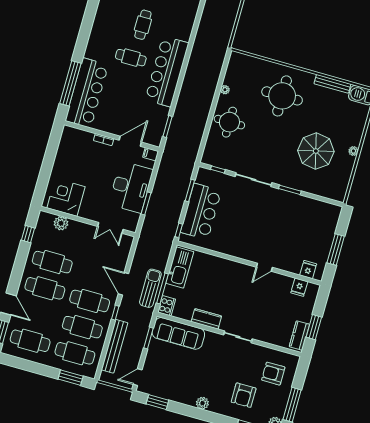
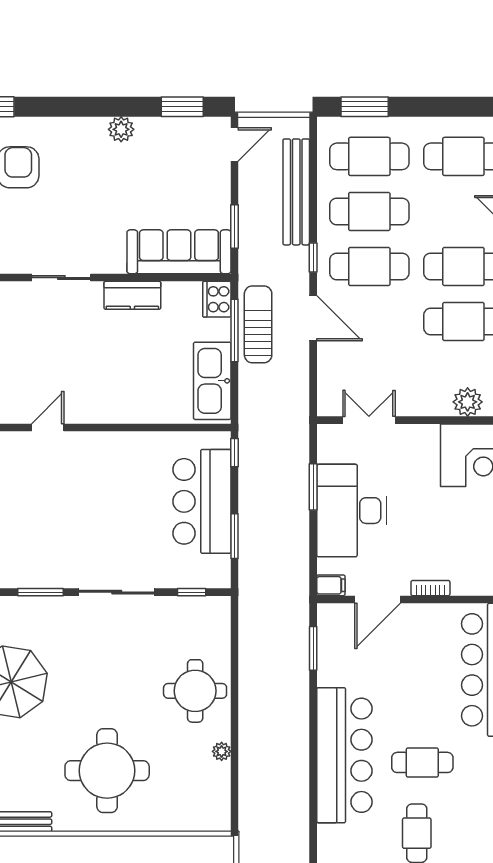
sun lounger: (150, 288) -> (258, 324), turned 180
plant: (202, 403) -> (121, 129), moved

